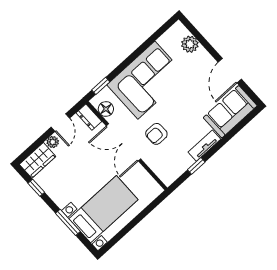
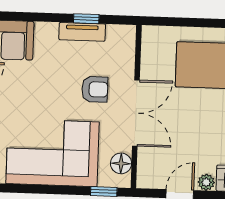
dresser: (89, 117) -> (146, 172), removed
tv unit: (204, 146) -> (82, 32), moved

